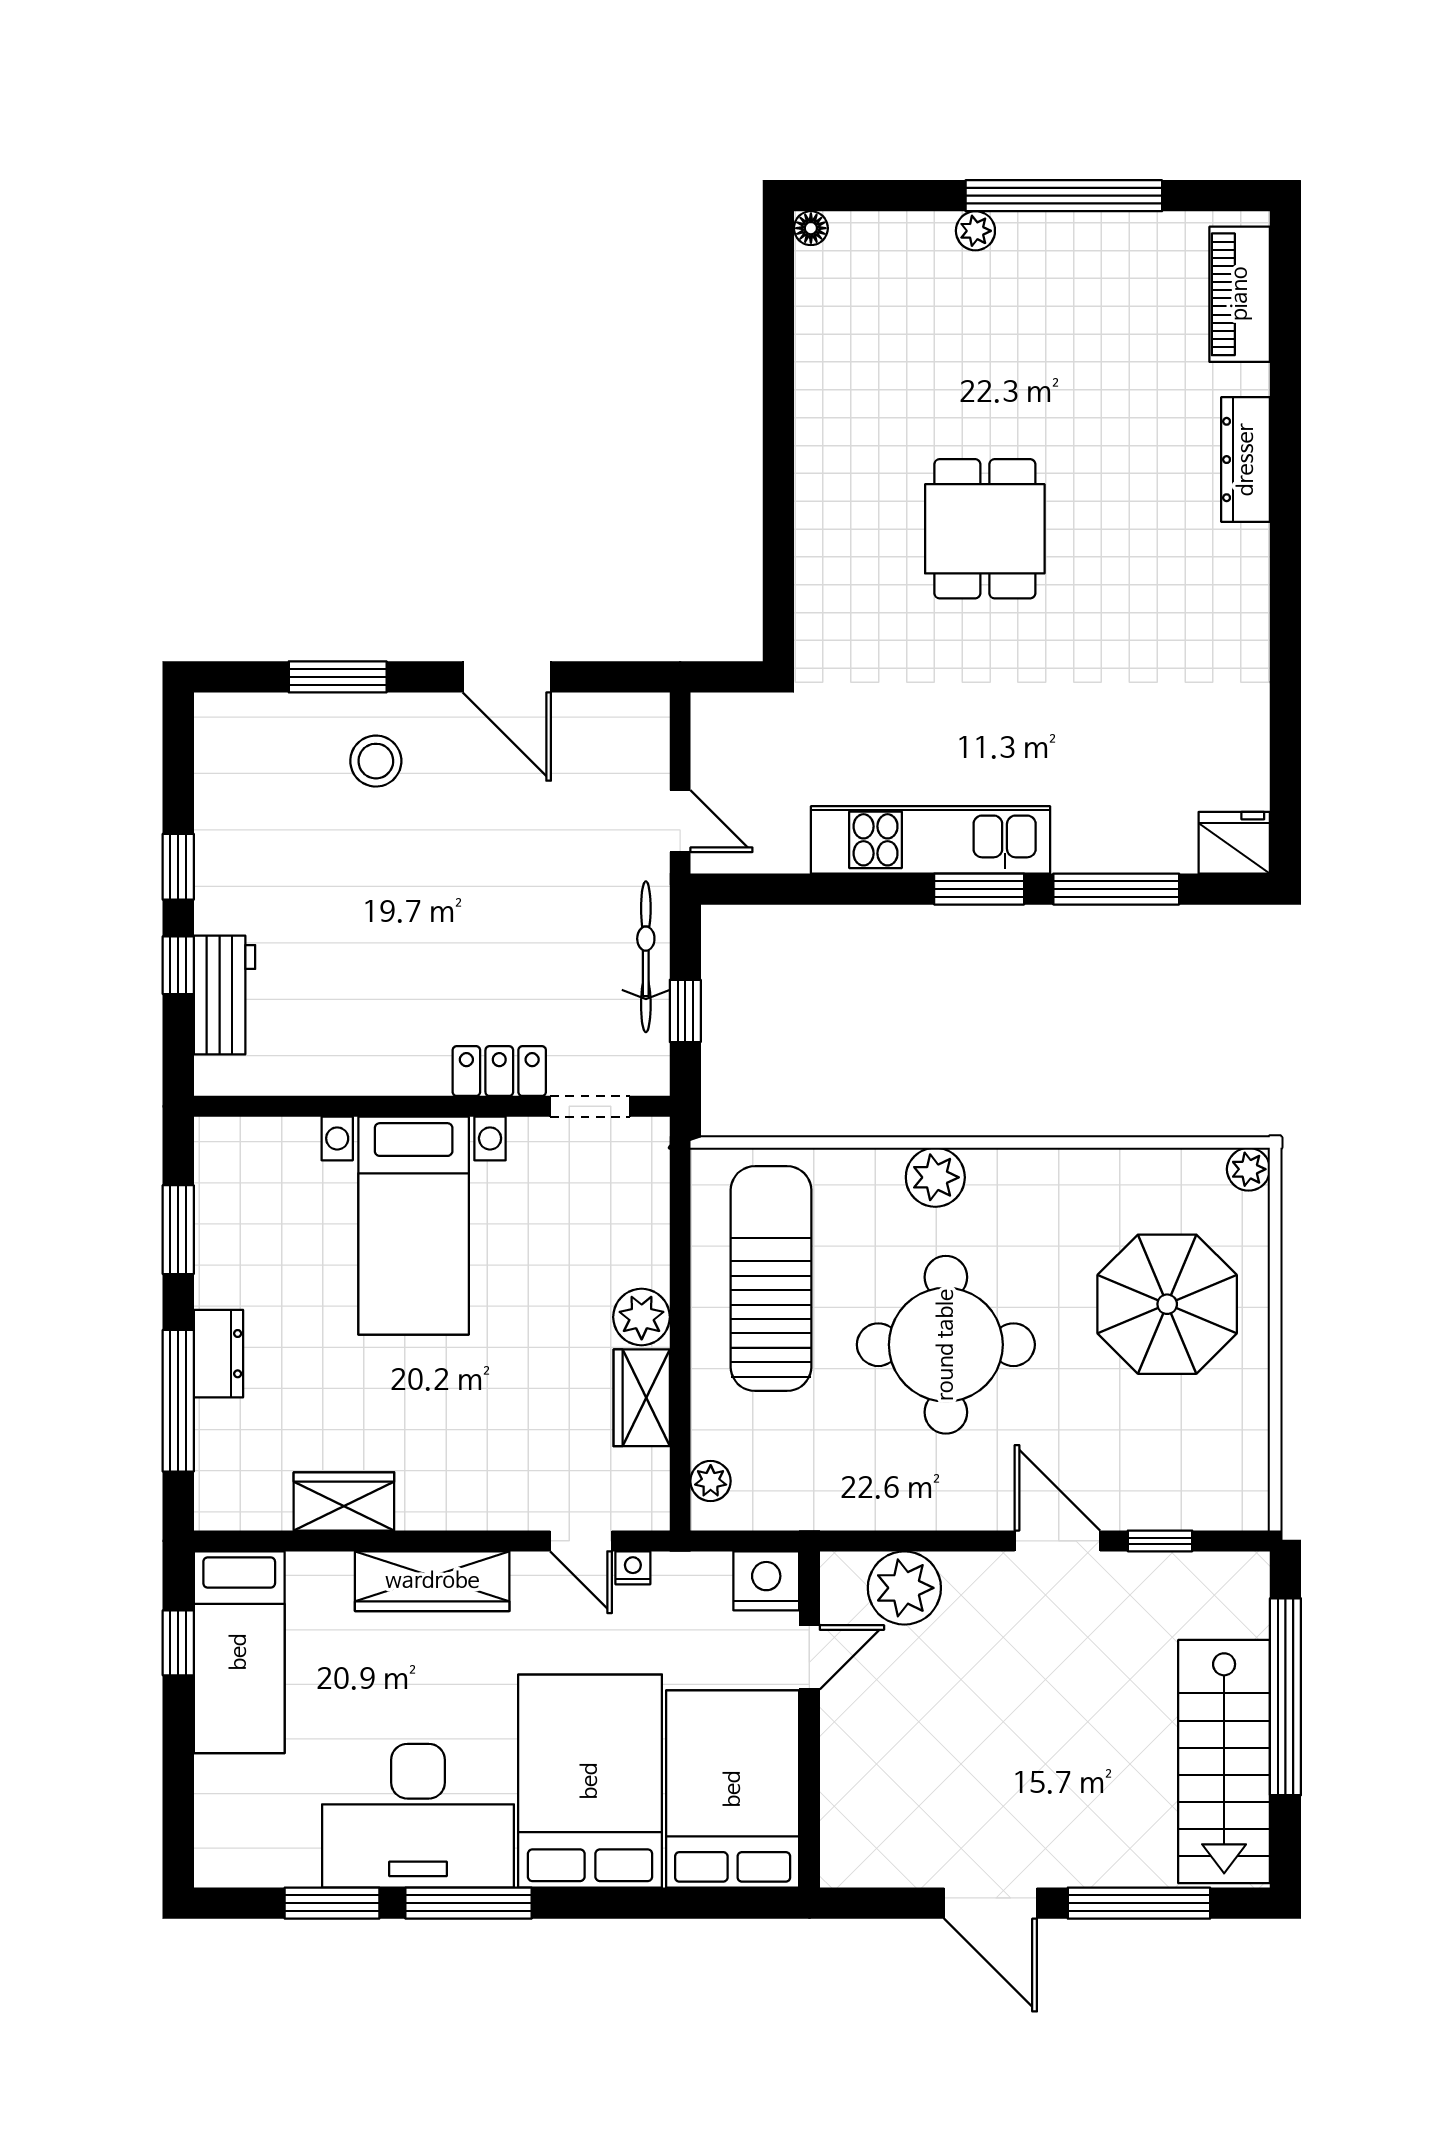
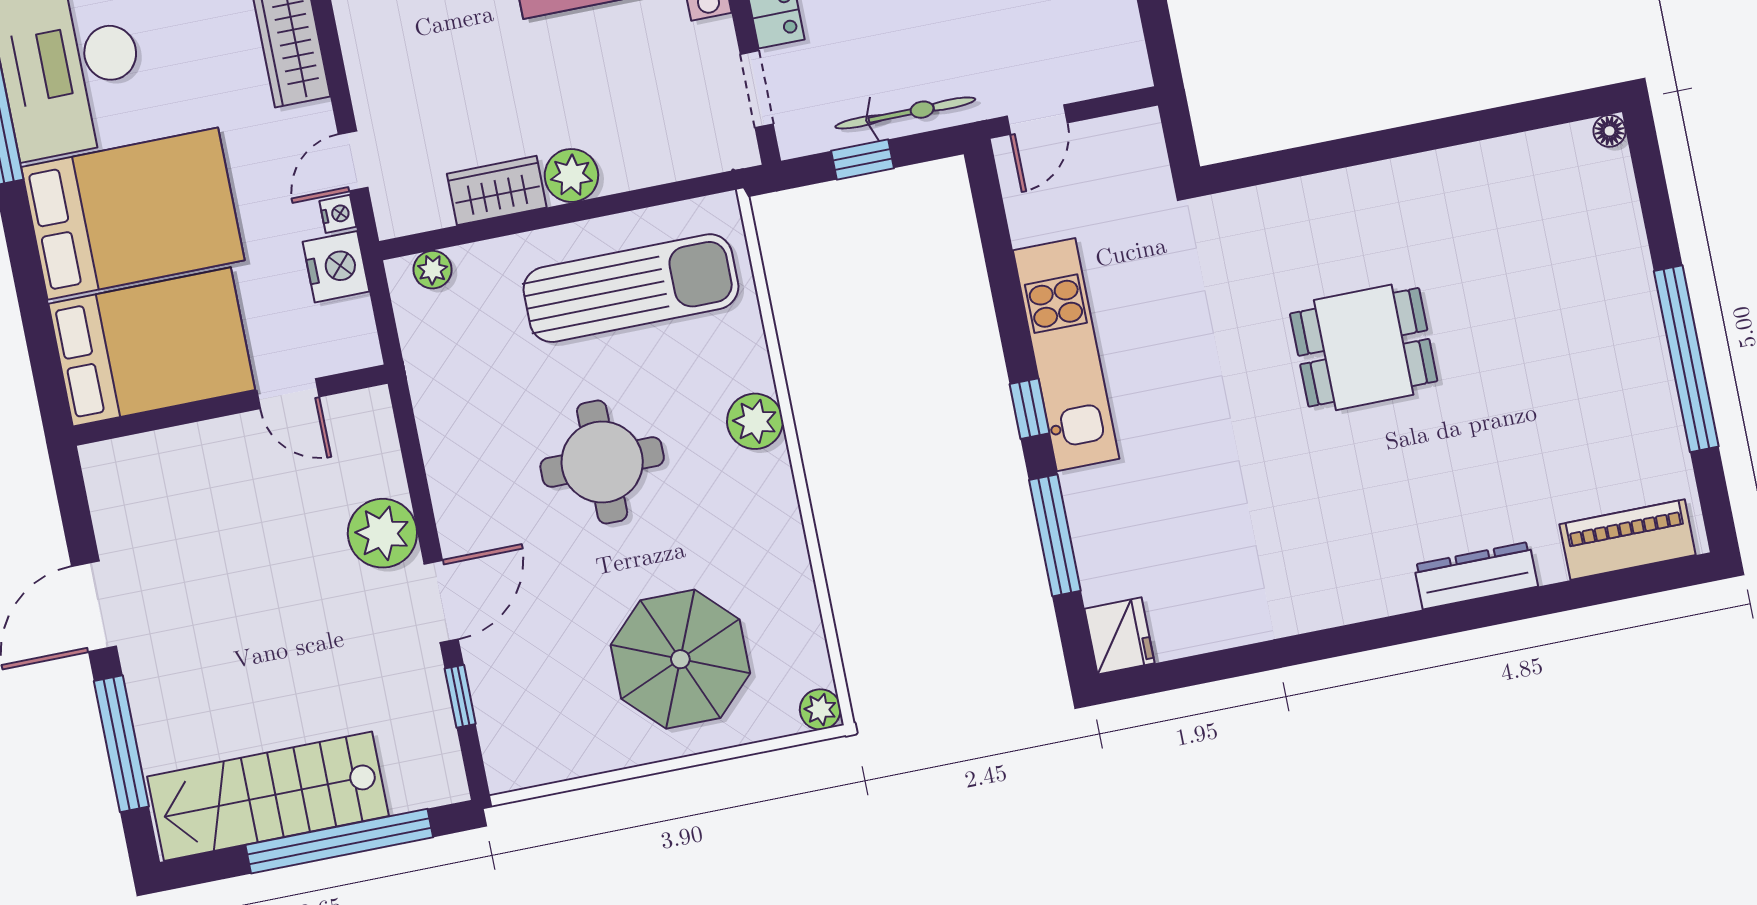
plant: (975, 231) -> (1637, 284), removed
window: (979, 889) -> (1030, 409), width x0.67
round table: (946, 1345) -> (602, 462), width x0.73, depth x0.73
nightstand: (766, 1581) -> (336, 267), moved
plant: (904, 1588) -> (382, 533), moved

